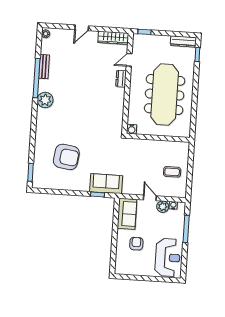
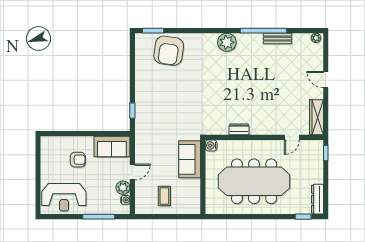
door: (129, 60) -> (292, 137), swing flipped
dresser: (121, 79) -> (239, 129), moved
plant: (45, 100) -> (227, 42), moved
armchair: (66, 157) -> (169, 51), moved
sofa: (106, 184) -> (190, 159), moved, turned 180

